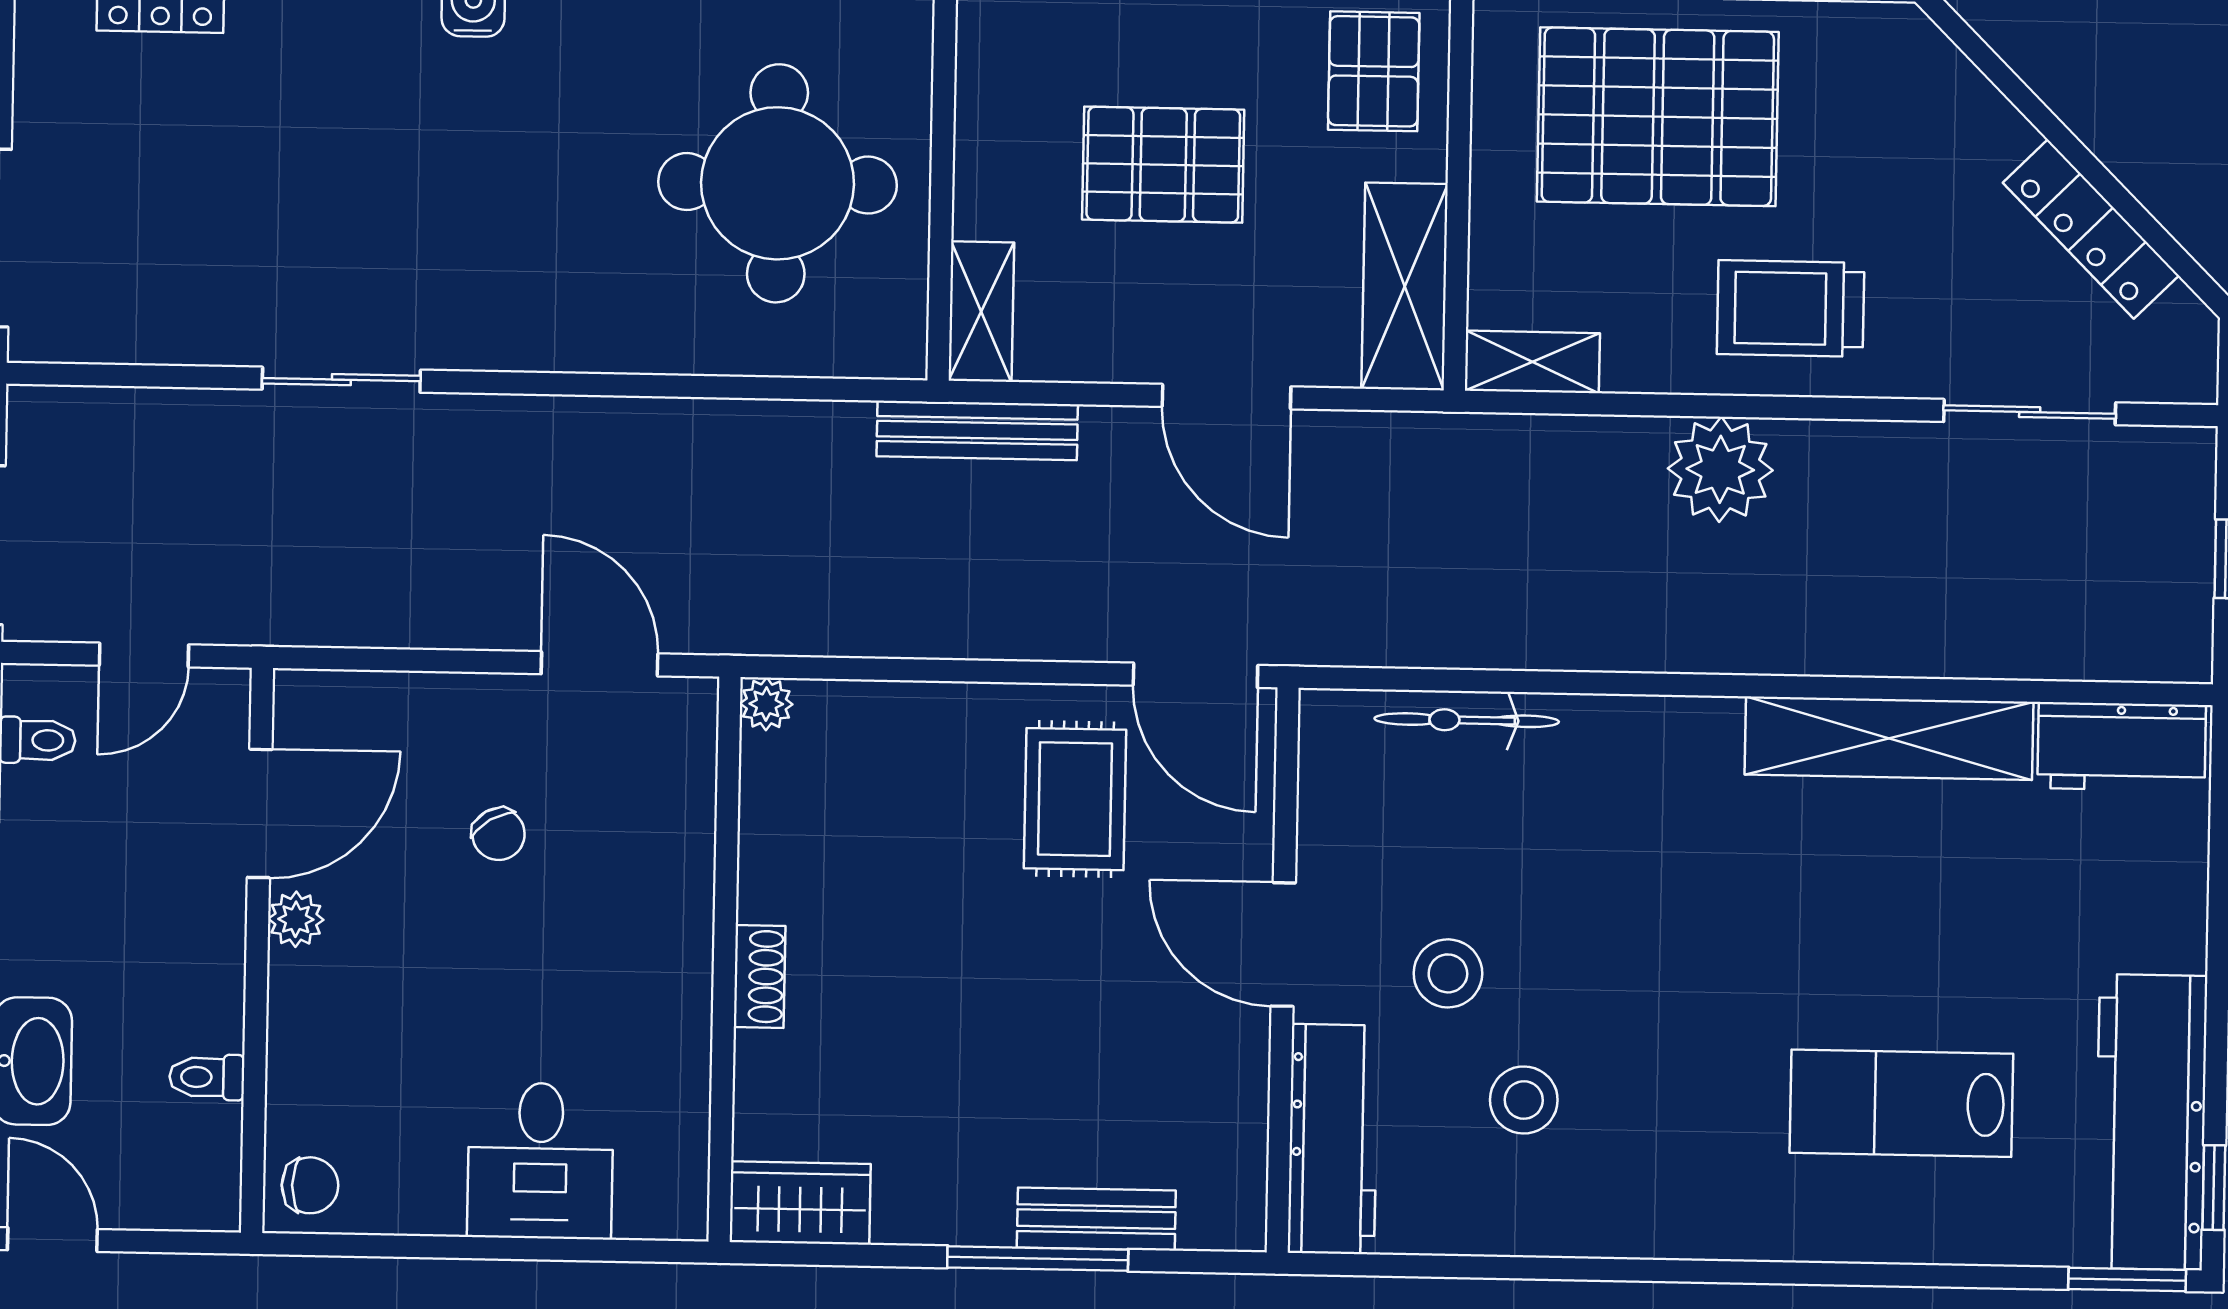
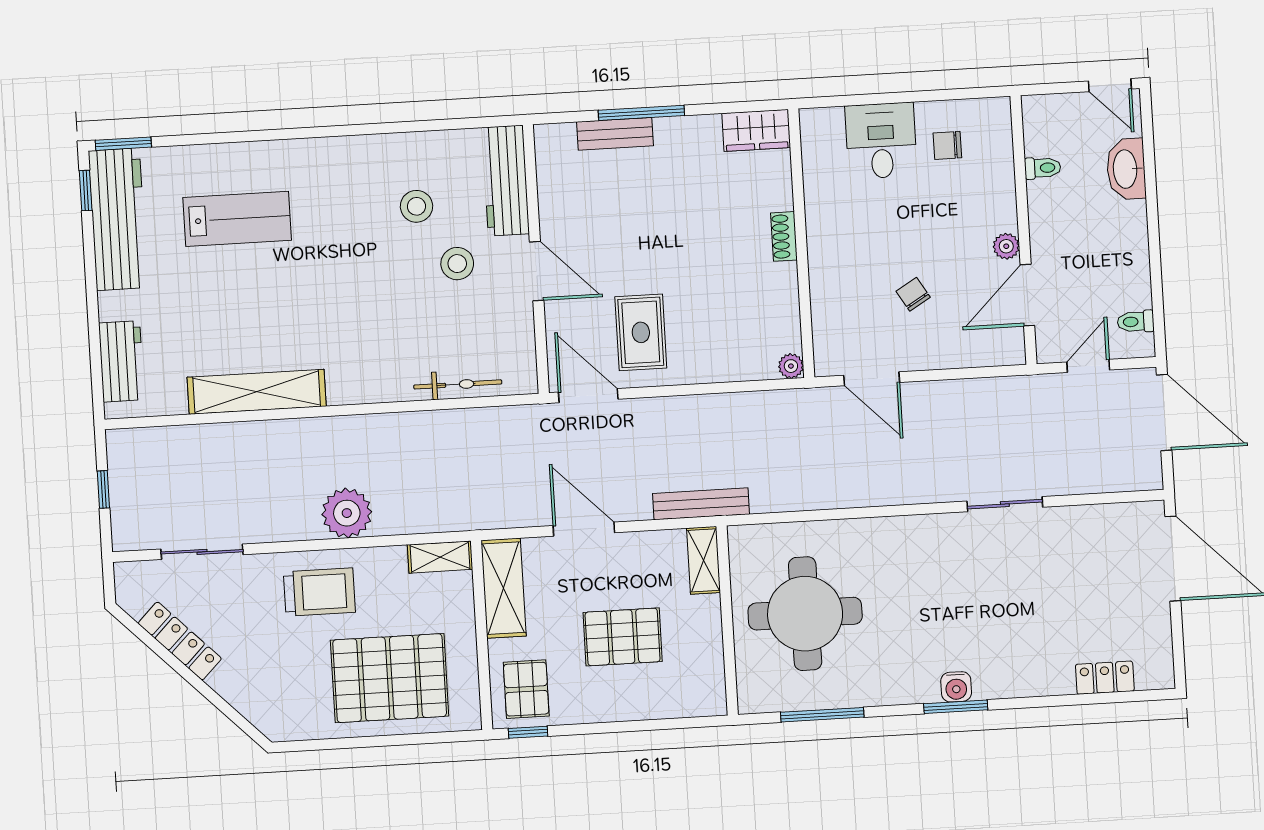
workbench: (2122, 747) -> (121, 361), moved, turned 90
chair: (310, 1185) -> (947, 145), moved

